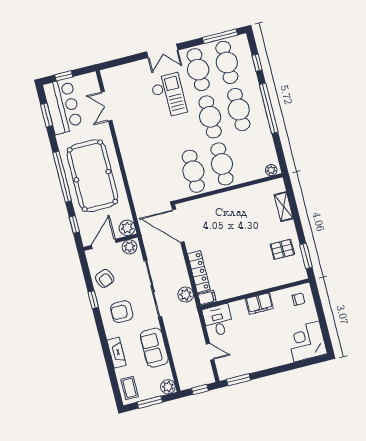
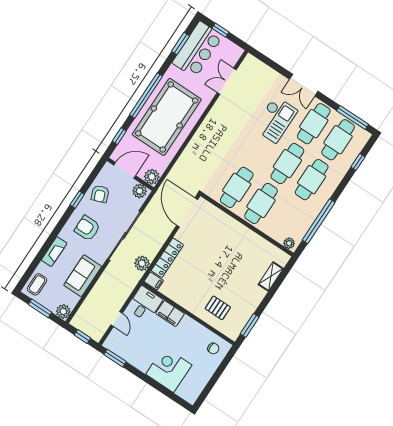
window: (269, 108) -> (319, 221), moved
pallet: (282, 249) -> (218, 308), moved
filing cabinet: (259, 304) -> (170, 313), moved
corner desk: (307, 341) -> (169, 370), moved

